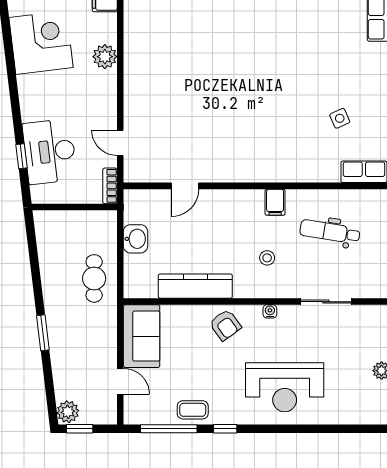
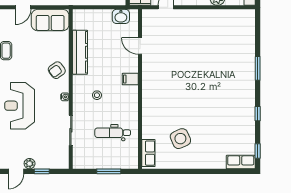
side table: (340, 118) -> (180, 139), width x1.87, depth x1.87
filing cabinet: (275, 202) -> (130, 79), moved
dental chair: (330, 232) -> (113, 133), turned -99
washbasin: (135, 239) -> (121, 16), moved

